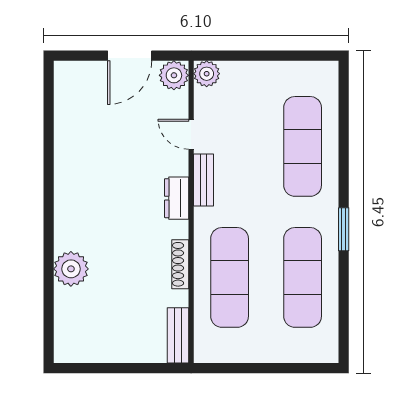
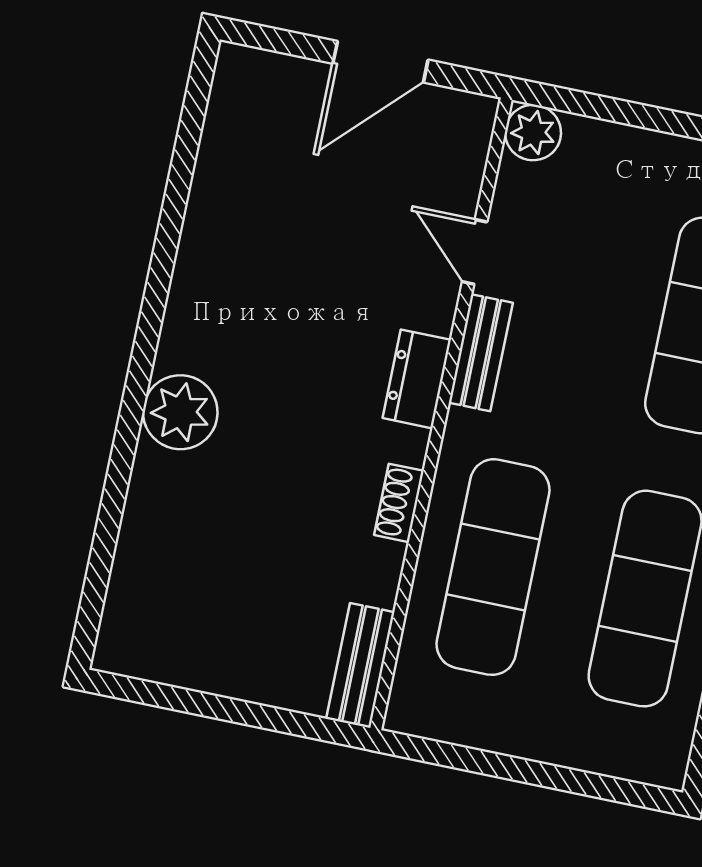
plant: (174, 75) -> (464, 122), removed
shoe rack: (180, 264) -> (399, 503), width x0.70
plant: (71, 269) -> (180, 412), moved

